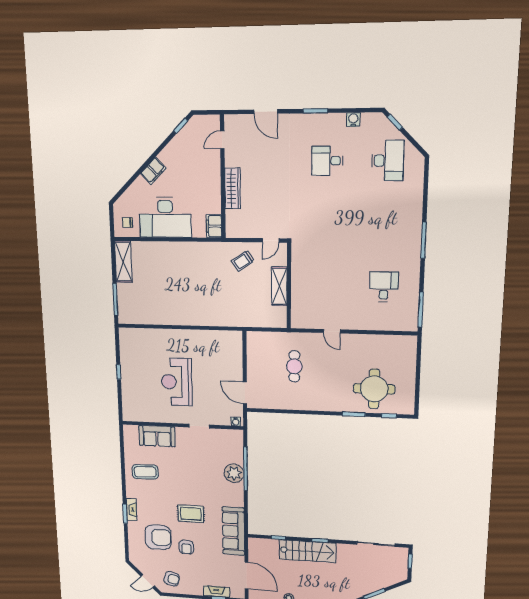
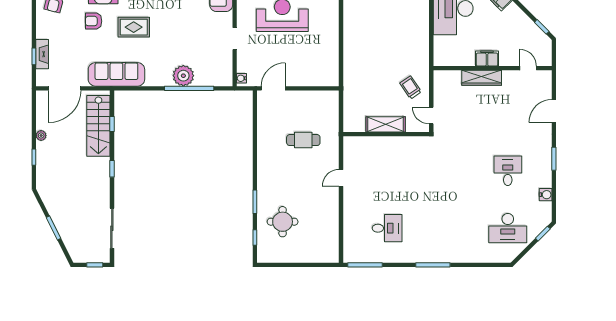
filing cabinet: (214, 226) -> (487, 58), moved
round table: (374, 389) -> (283, 222), width x0.73, depth x0.73
rug: (191, 514) -> (134, 27), turned 90
stairs: (307, 551) -> (98, 126), moved

